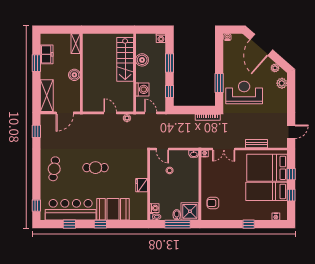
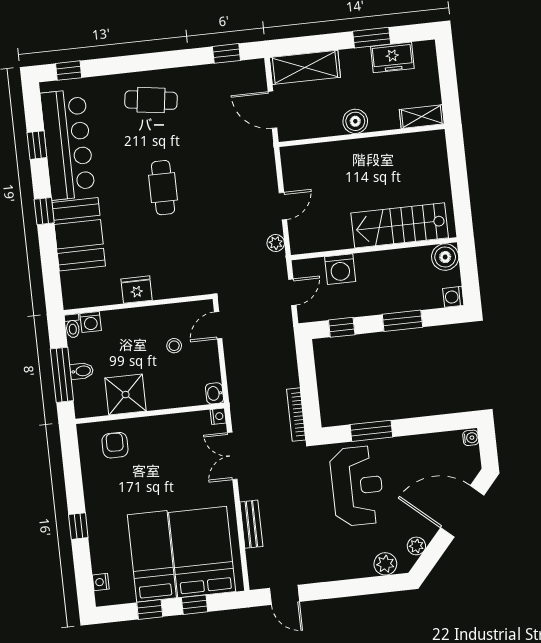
boiler: (142, 60) -> (445, 257), moved
shower: (190, 211) -> (126, 395), moved

